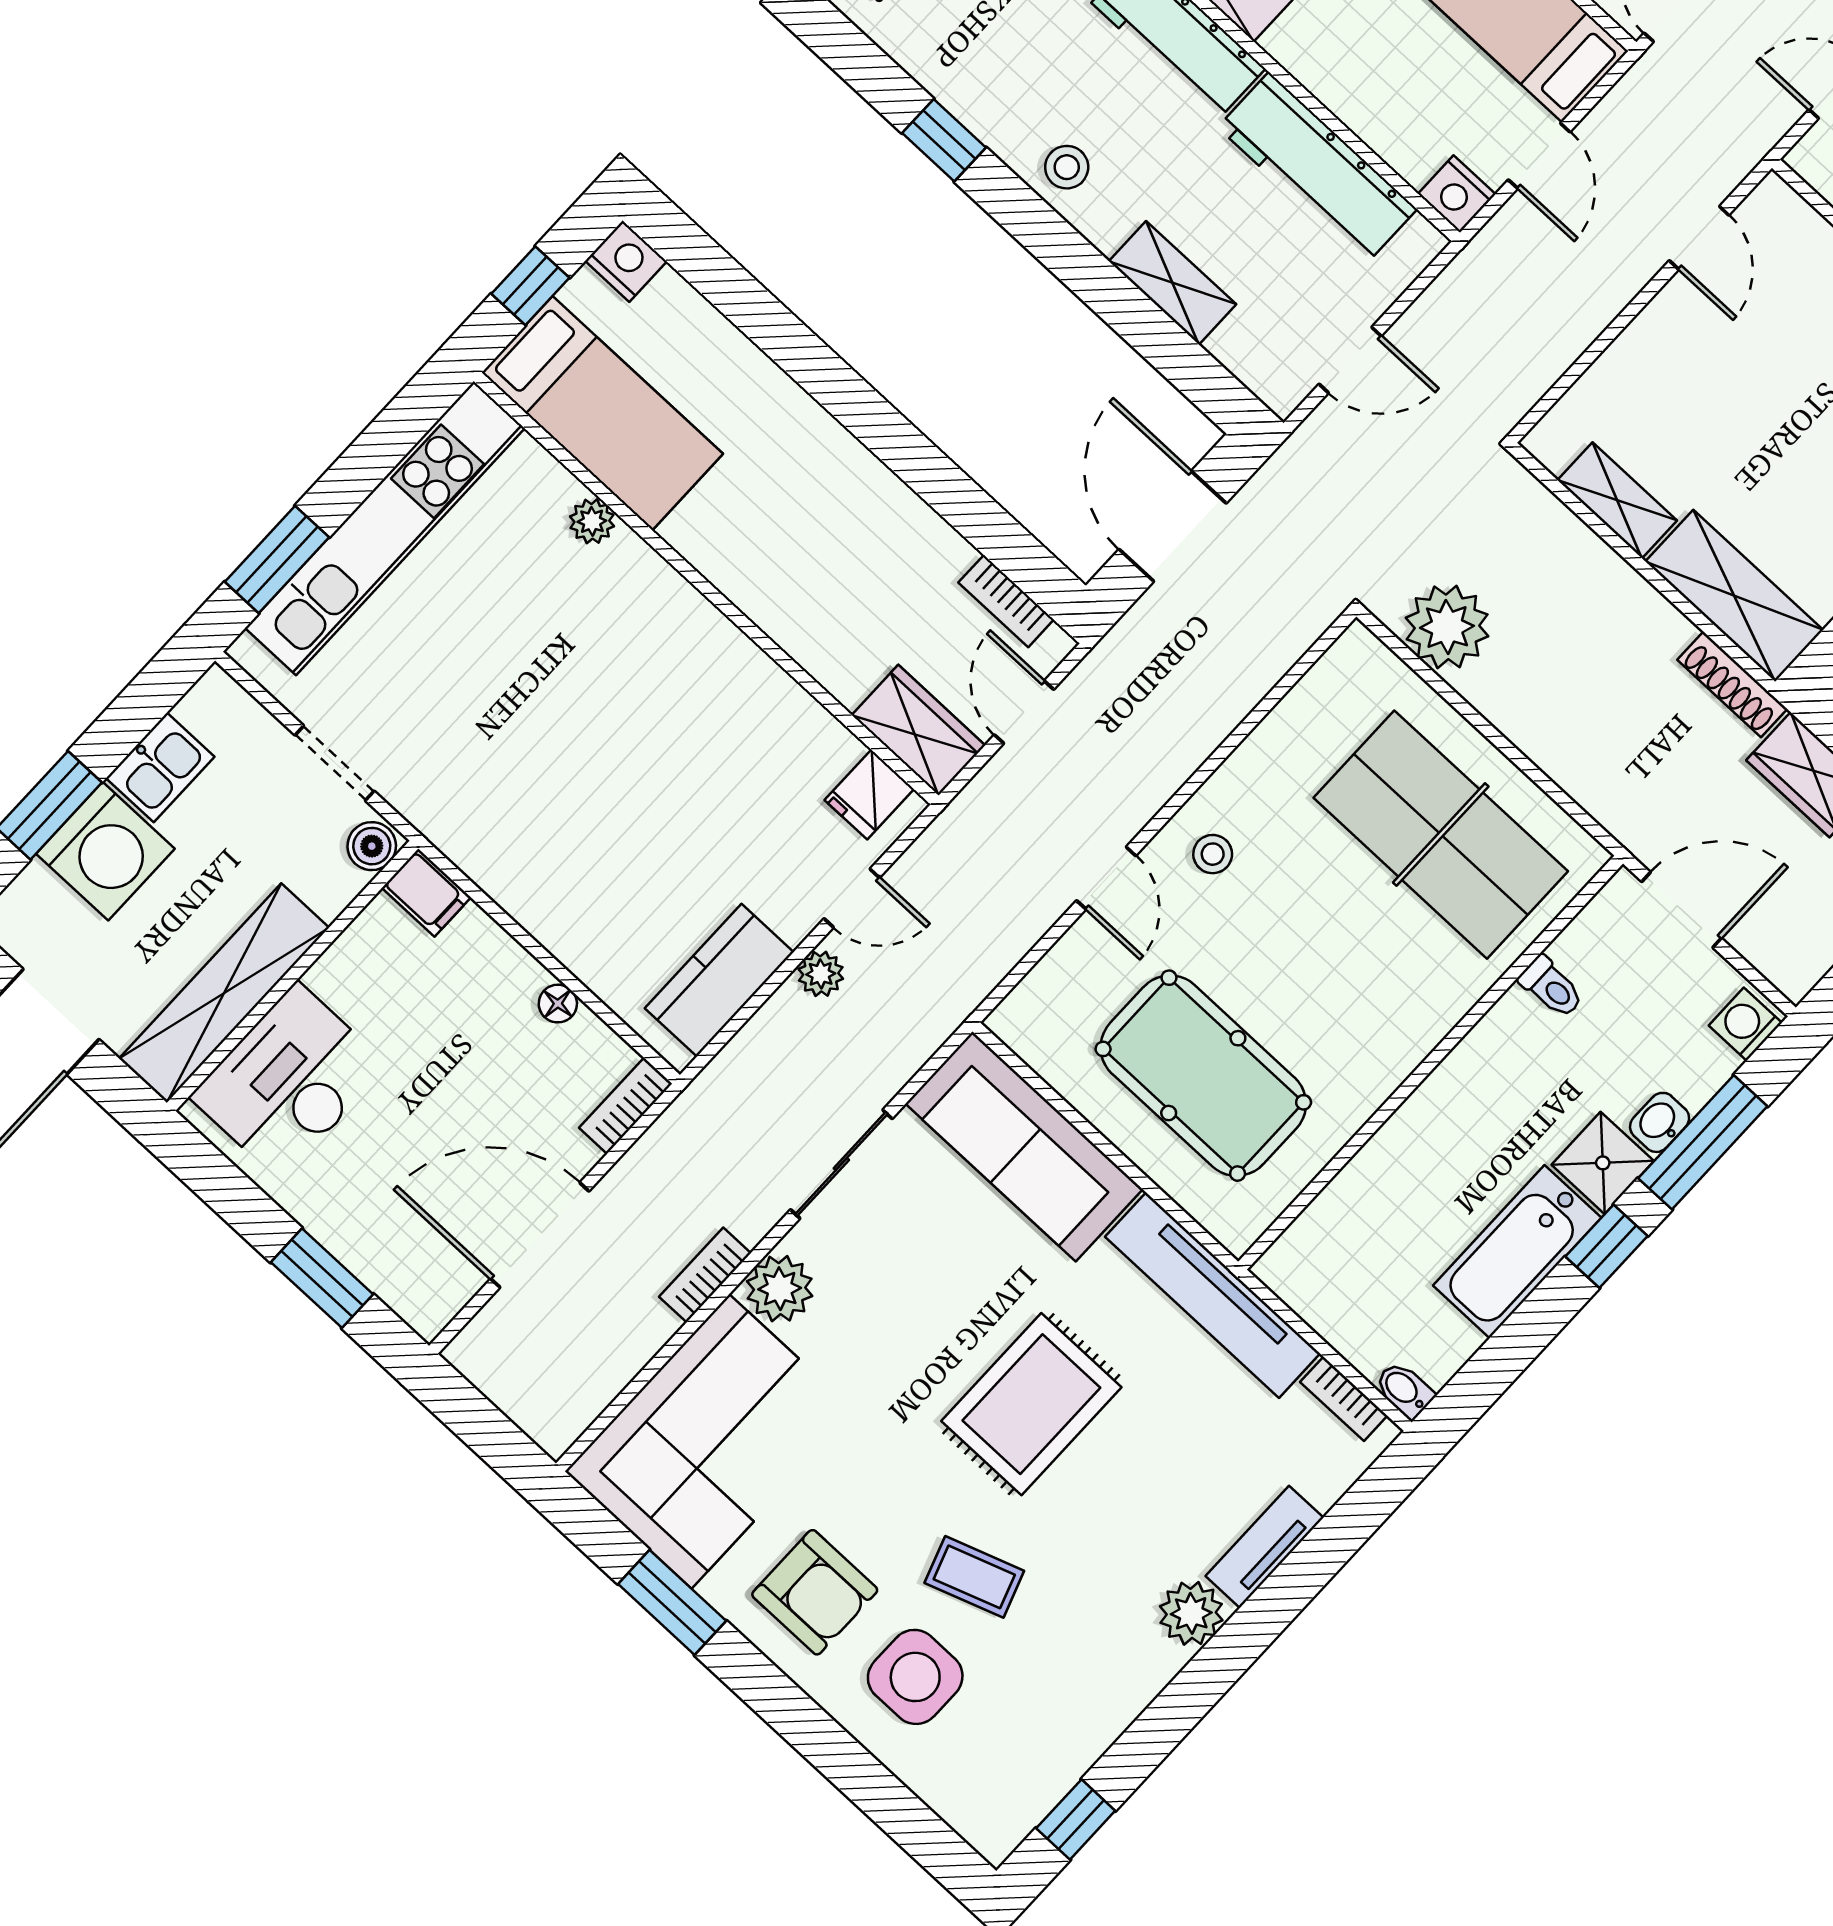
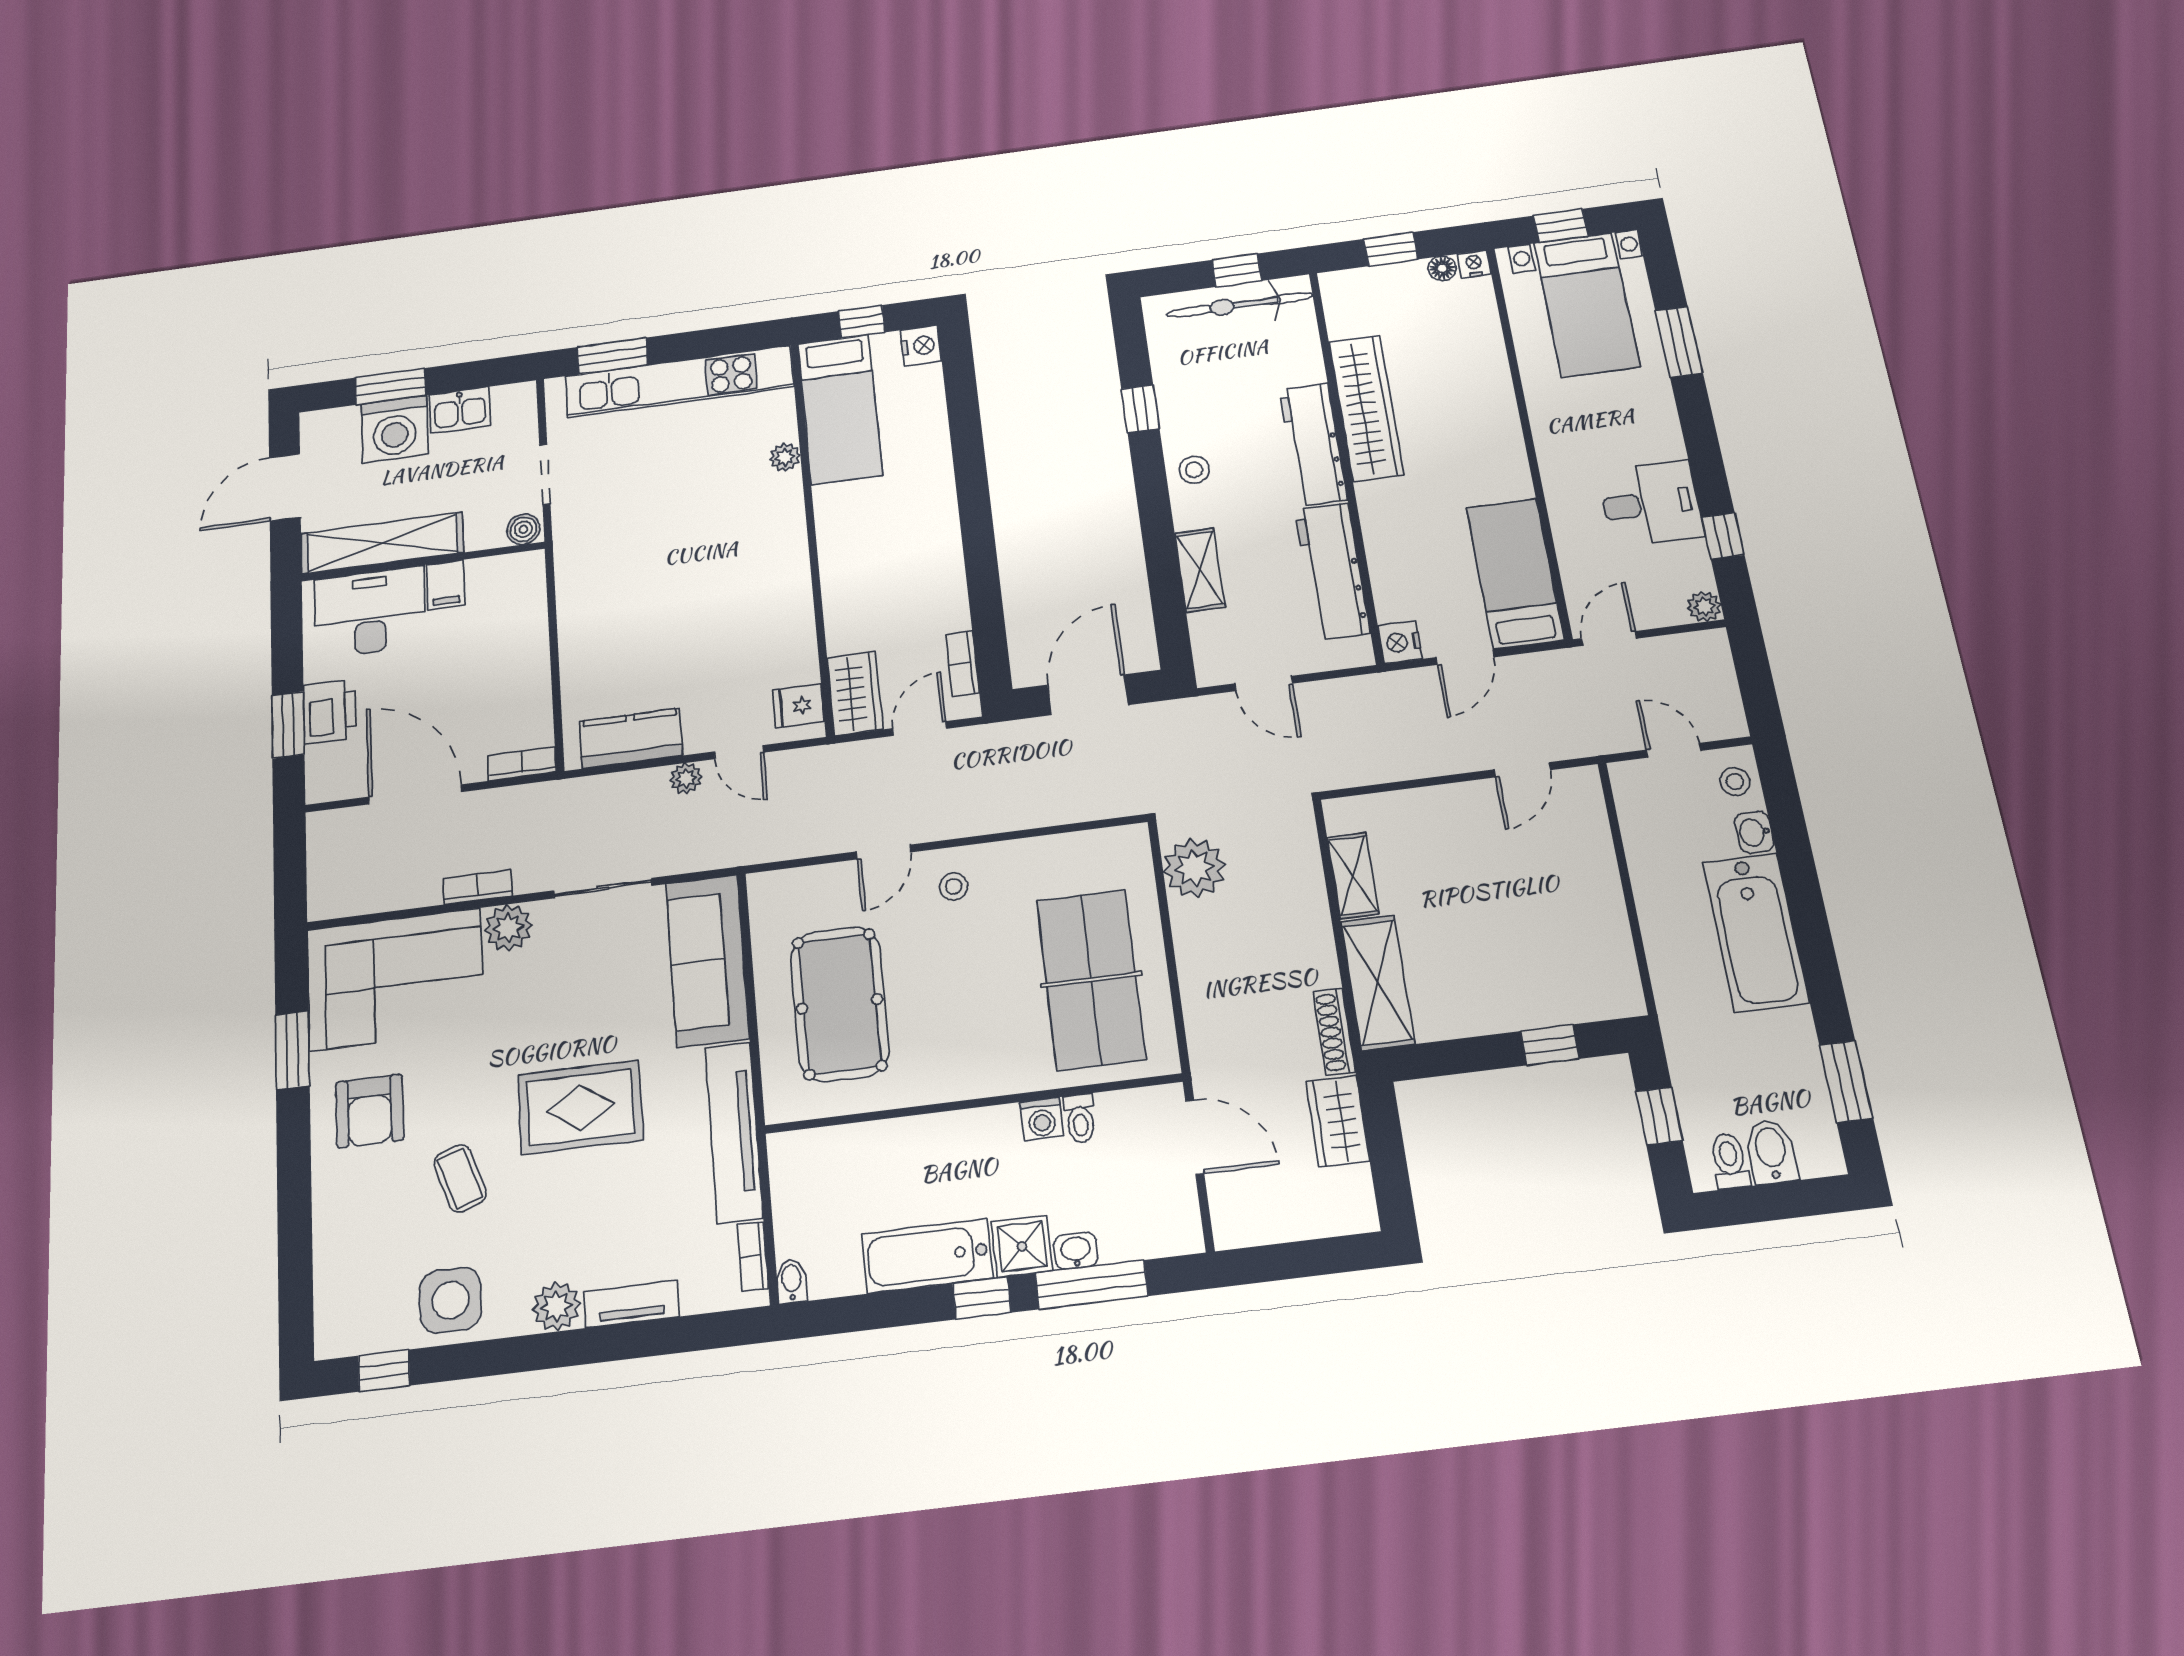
filing cabinet: (426, 893) -> (446, 585), moved
floor lamp: (558, 1004) -> (538, 683), removed
washing machine: (1745, 1024) -> (1042, 1119), moved, turned 180
printer: (354, 1226) -> (330, 712), added
side table: (915, 1677) -> (450, 1300), moved

